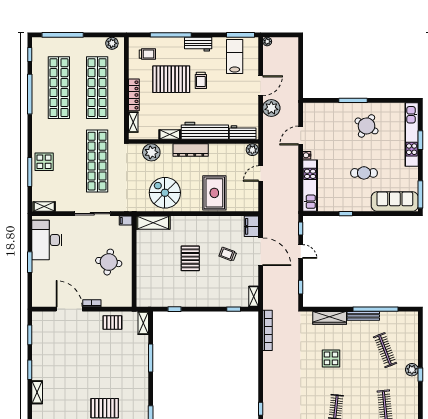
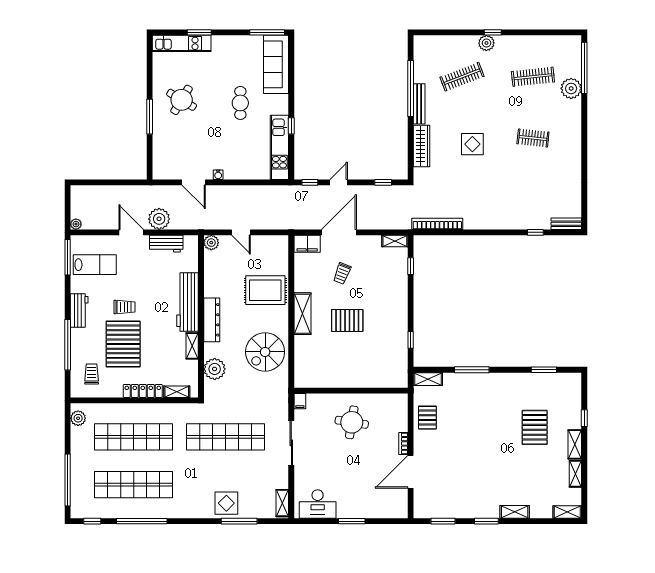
lab bench: (235, 57) -> (95, 265), turned 180
workbench: (243, 132) -> (166, 244), moved, turned -90
kitchen unit: (412, 134) -> (182, 43), width x0.73
kitchen unit: (310, 186) -> (279, 147), moved, turned -90
shelving: (153, 223) -> (302, 314), moved
desk: (47, 240) -> (318, 504), width x0.73, depth x0.77

